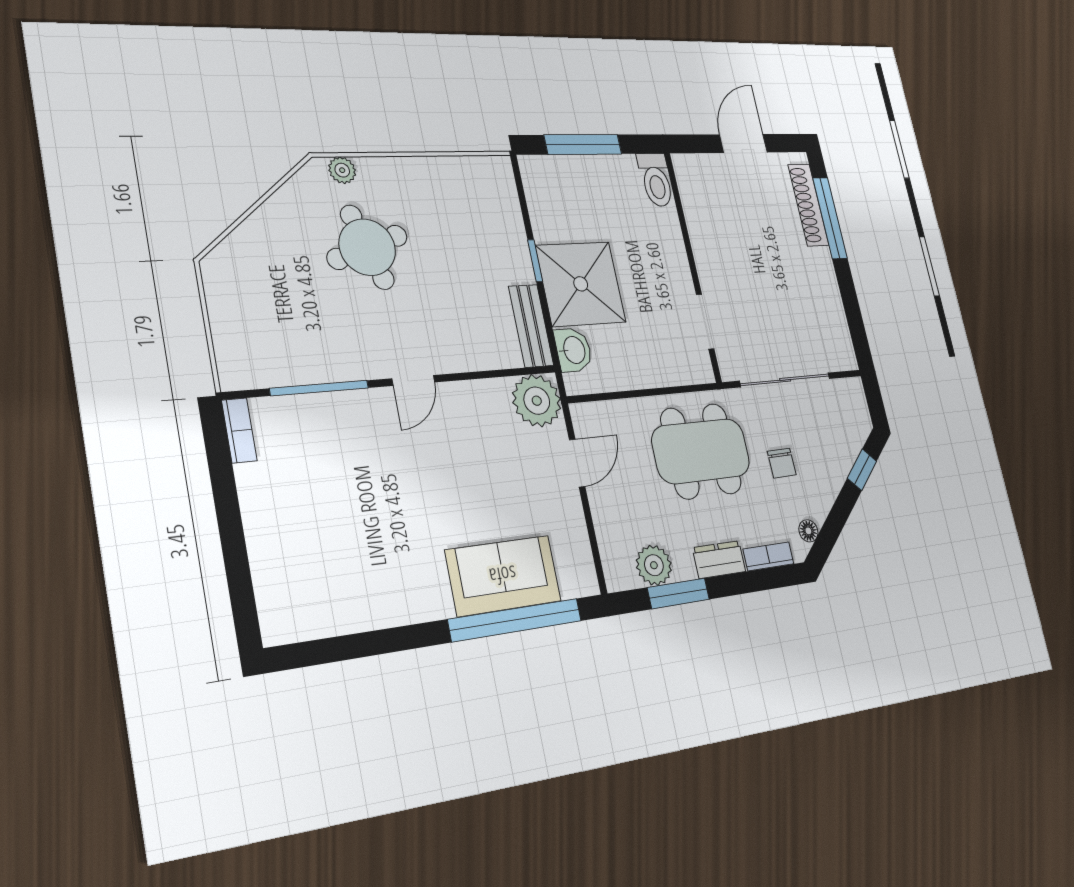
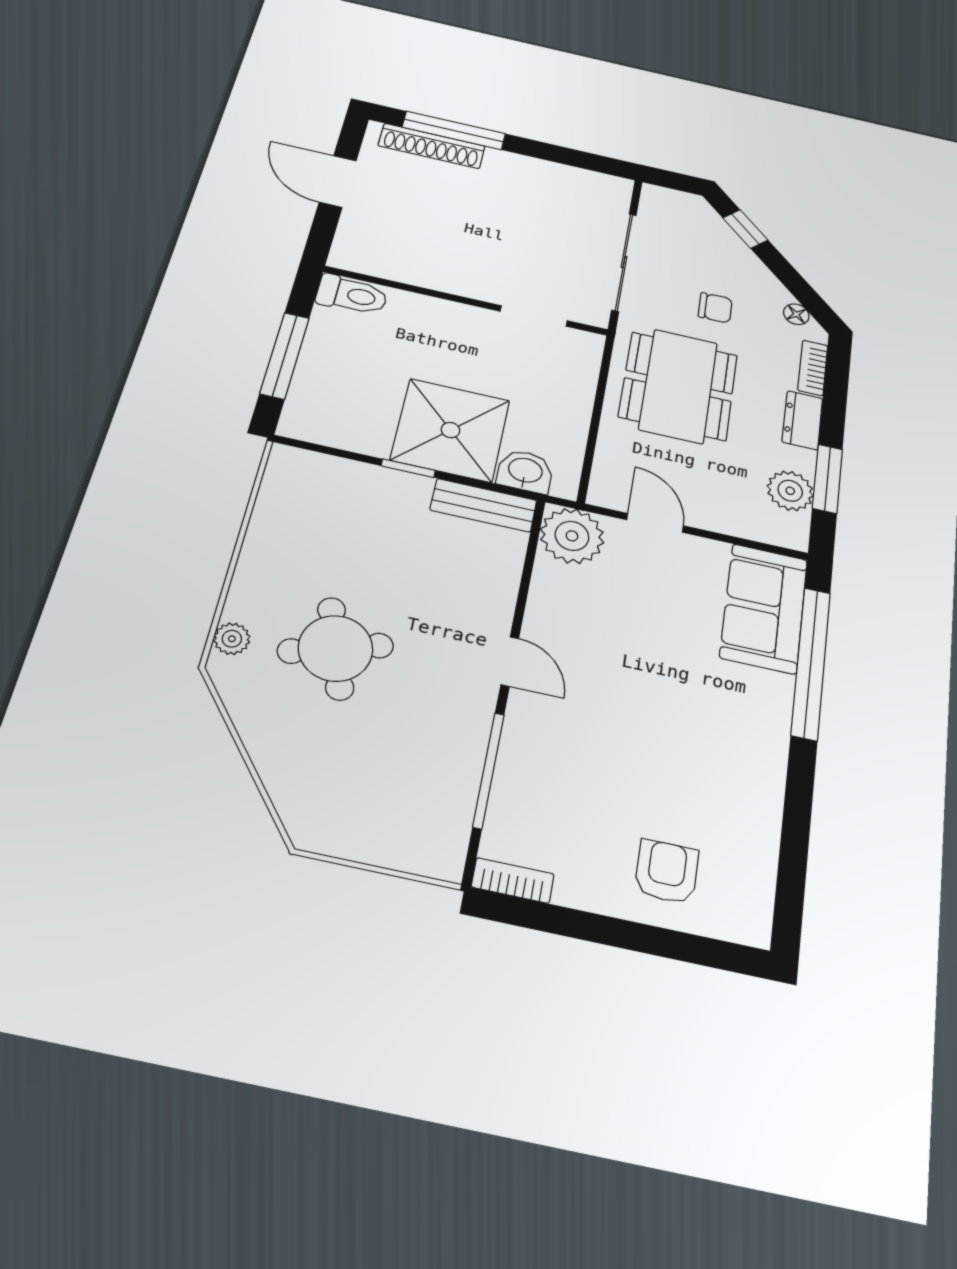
armchair: (294, 548) -> (667, 872), added
sofa: (503, 576) -> (764, 608), moved

